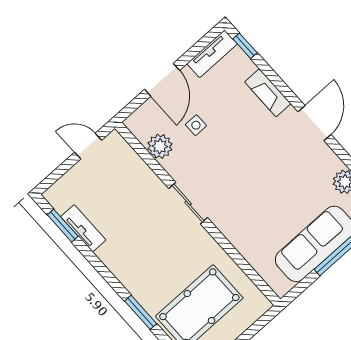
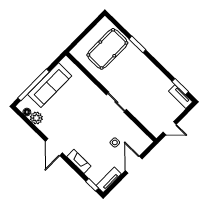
plant: (160, 146) -> (133, 130), removed
tv unit: (83, 228) -> (180, 97), moved

